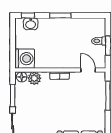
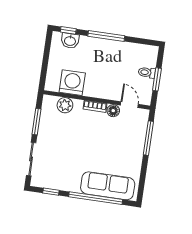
window: (60, 15) -> (106, 36), width x1.44
washing machine: (25, 59) -> (72, 83), moved, turned -90
floor lamp: (22, 77) -> (113, 111), moved

